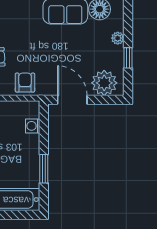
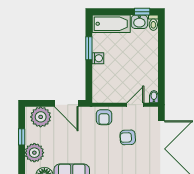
plant: (118, 38) -> (34, 153), width x1.87, depth x1.87
washing machine: (33, 126) -> (98, 58), moved

